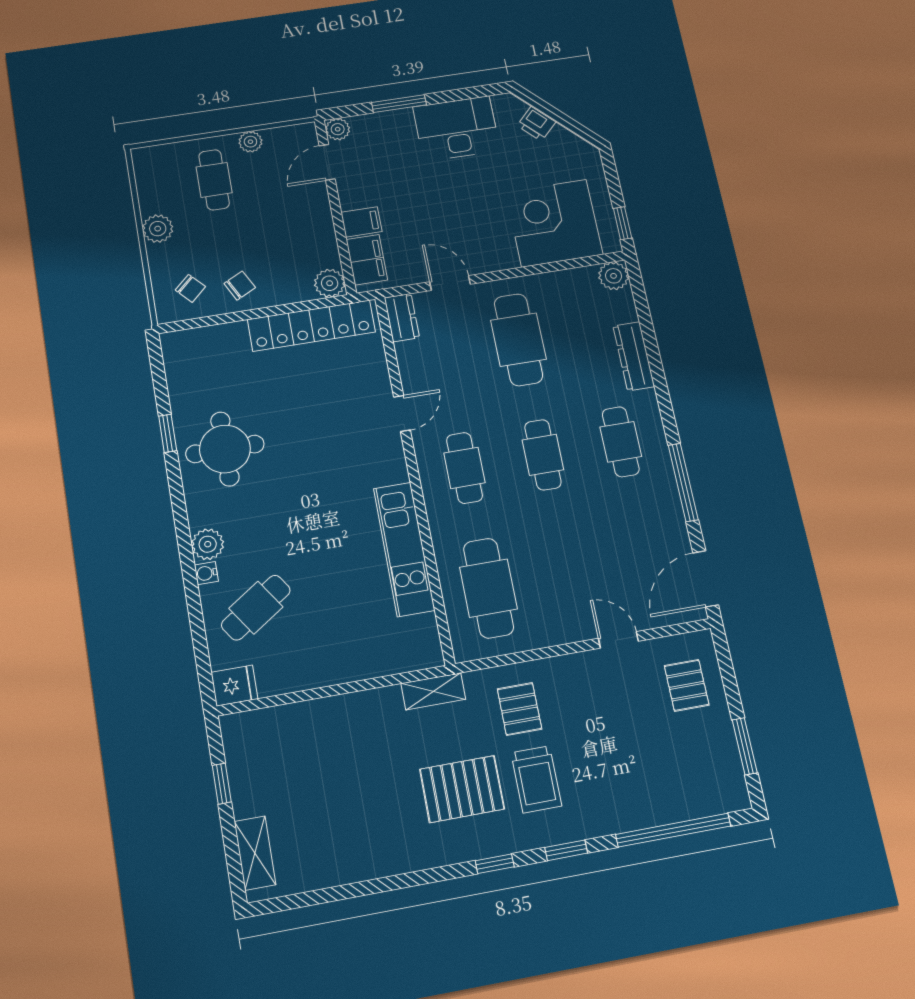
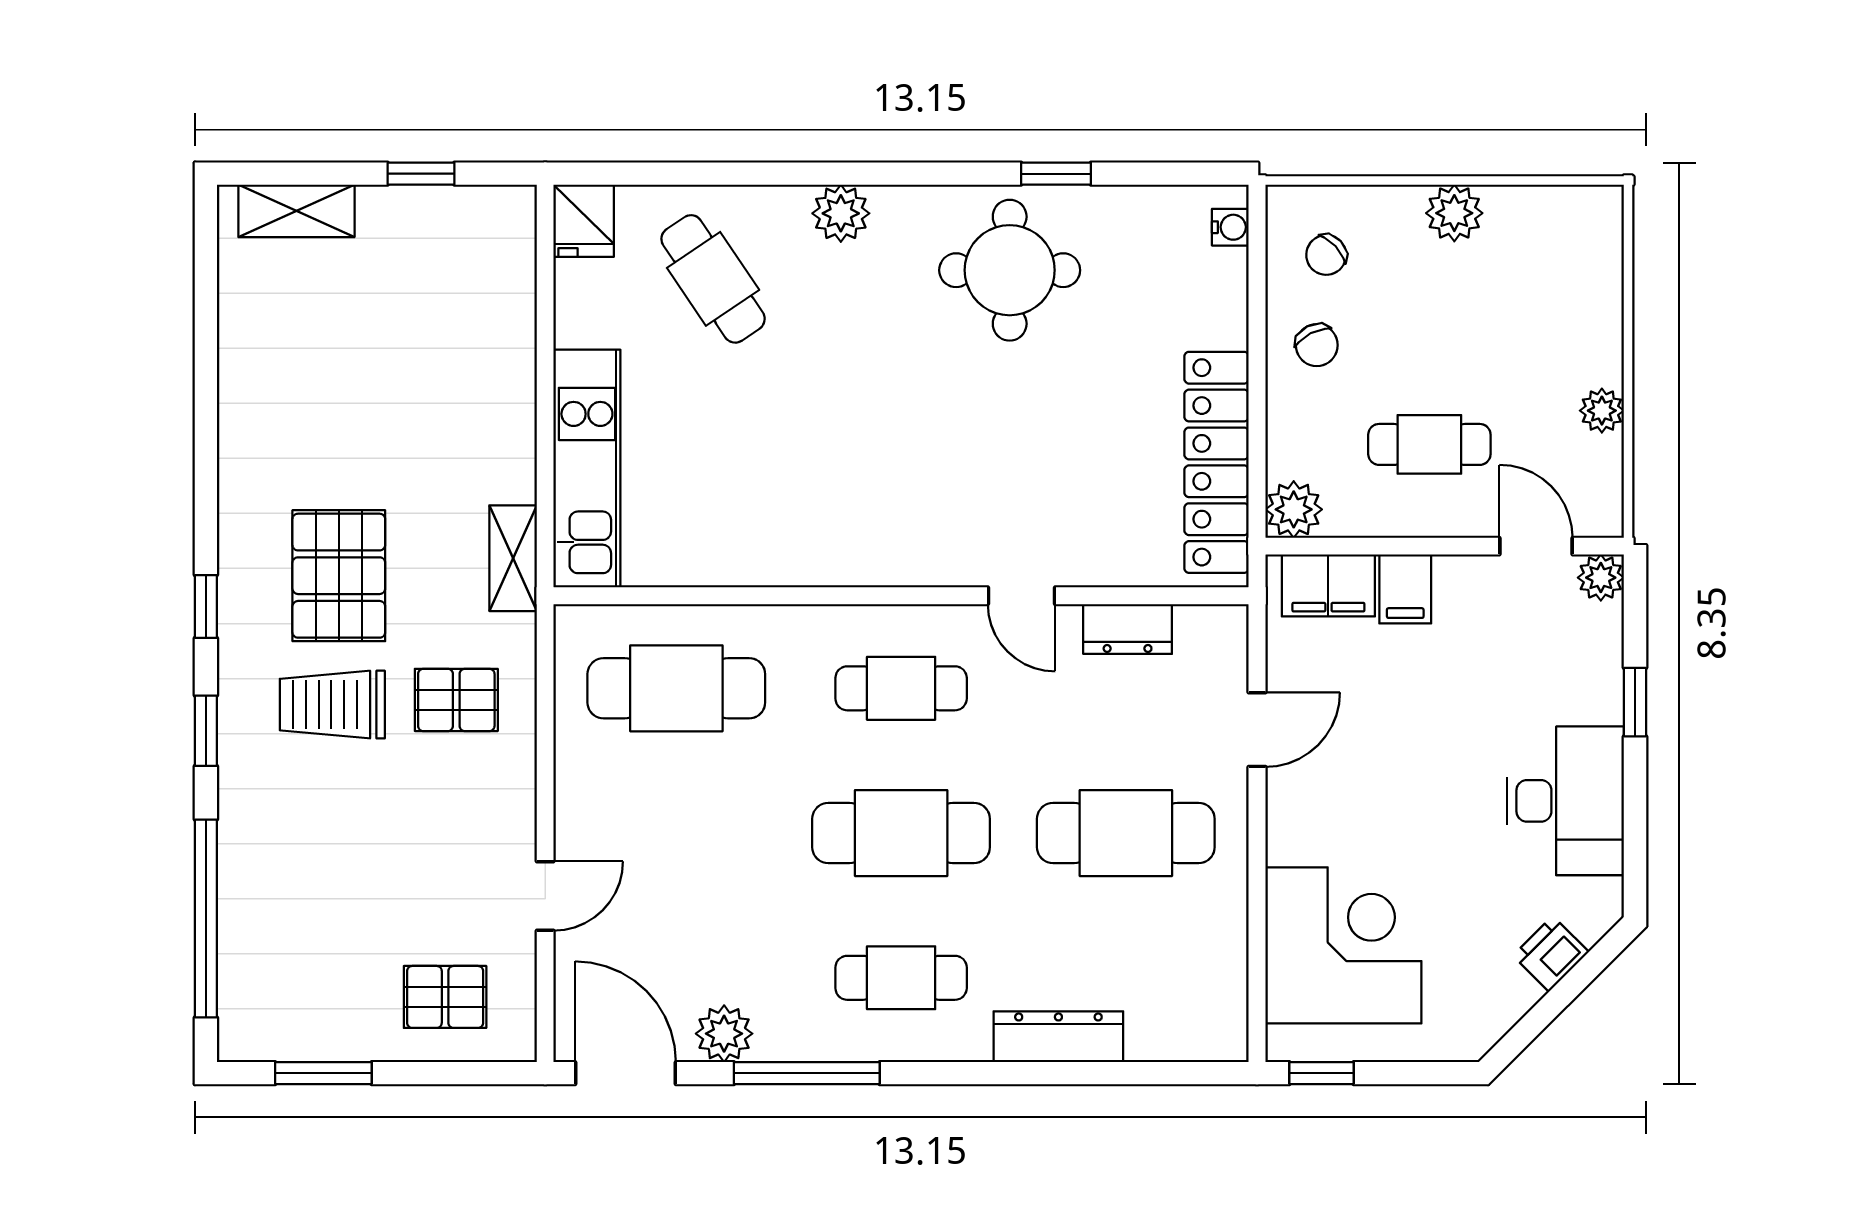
window: (399, 104) -> (1635, 702), width x0.67
cafe table: (214, 180) -> (1429, 444), moved
plant: (614, 276) -> (724, 1034), moved
dresser: (402, 318) -> (1128, 629), moved
cafe table: (543, 455) -> (901, 833), width x1.37, depth x1.35
kitchen unit: (404, 549) -> (587, 469), moved, turned 90
water cooler: (206, 573) -> (1230, 227), moved, turned 90

